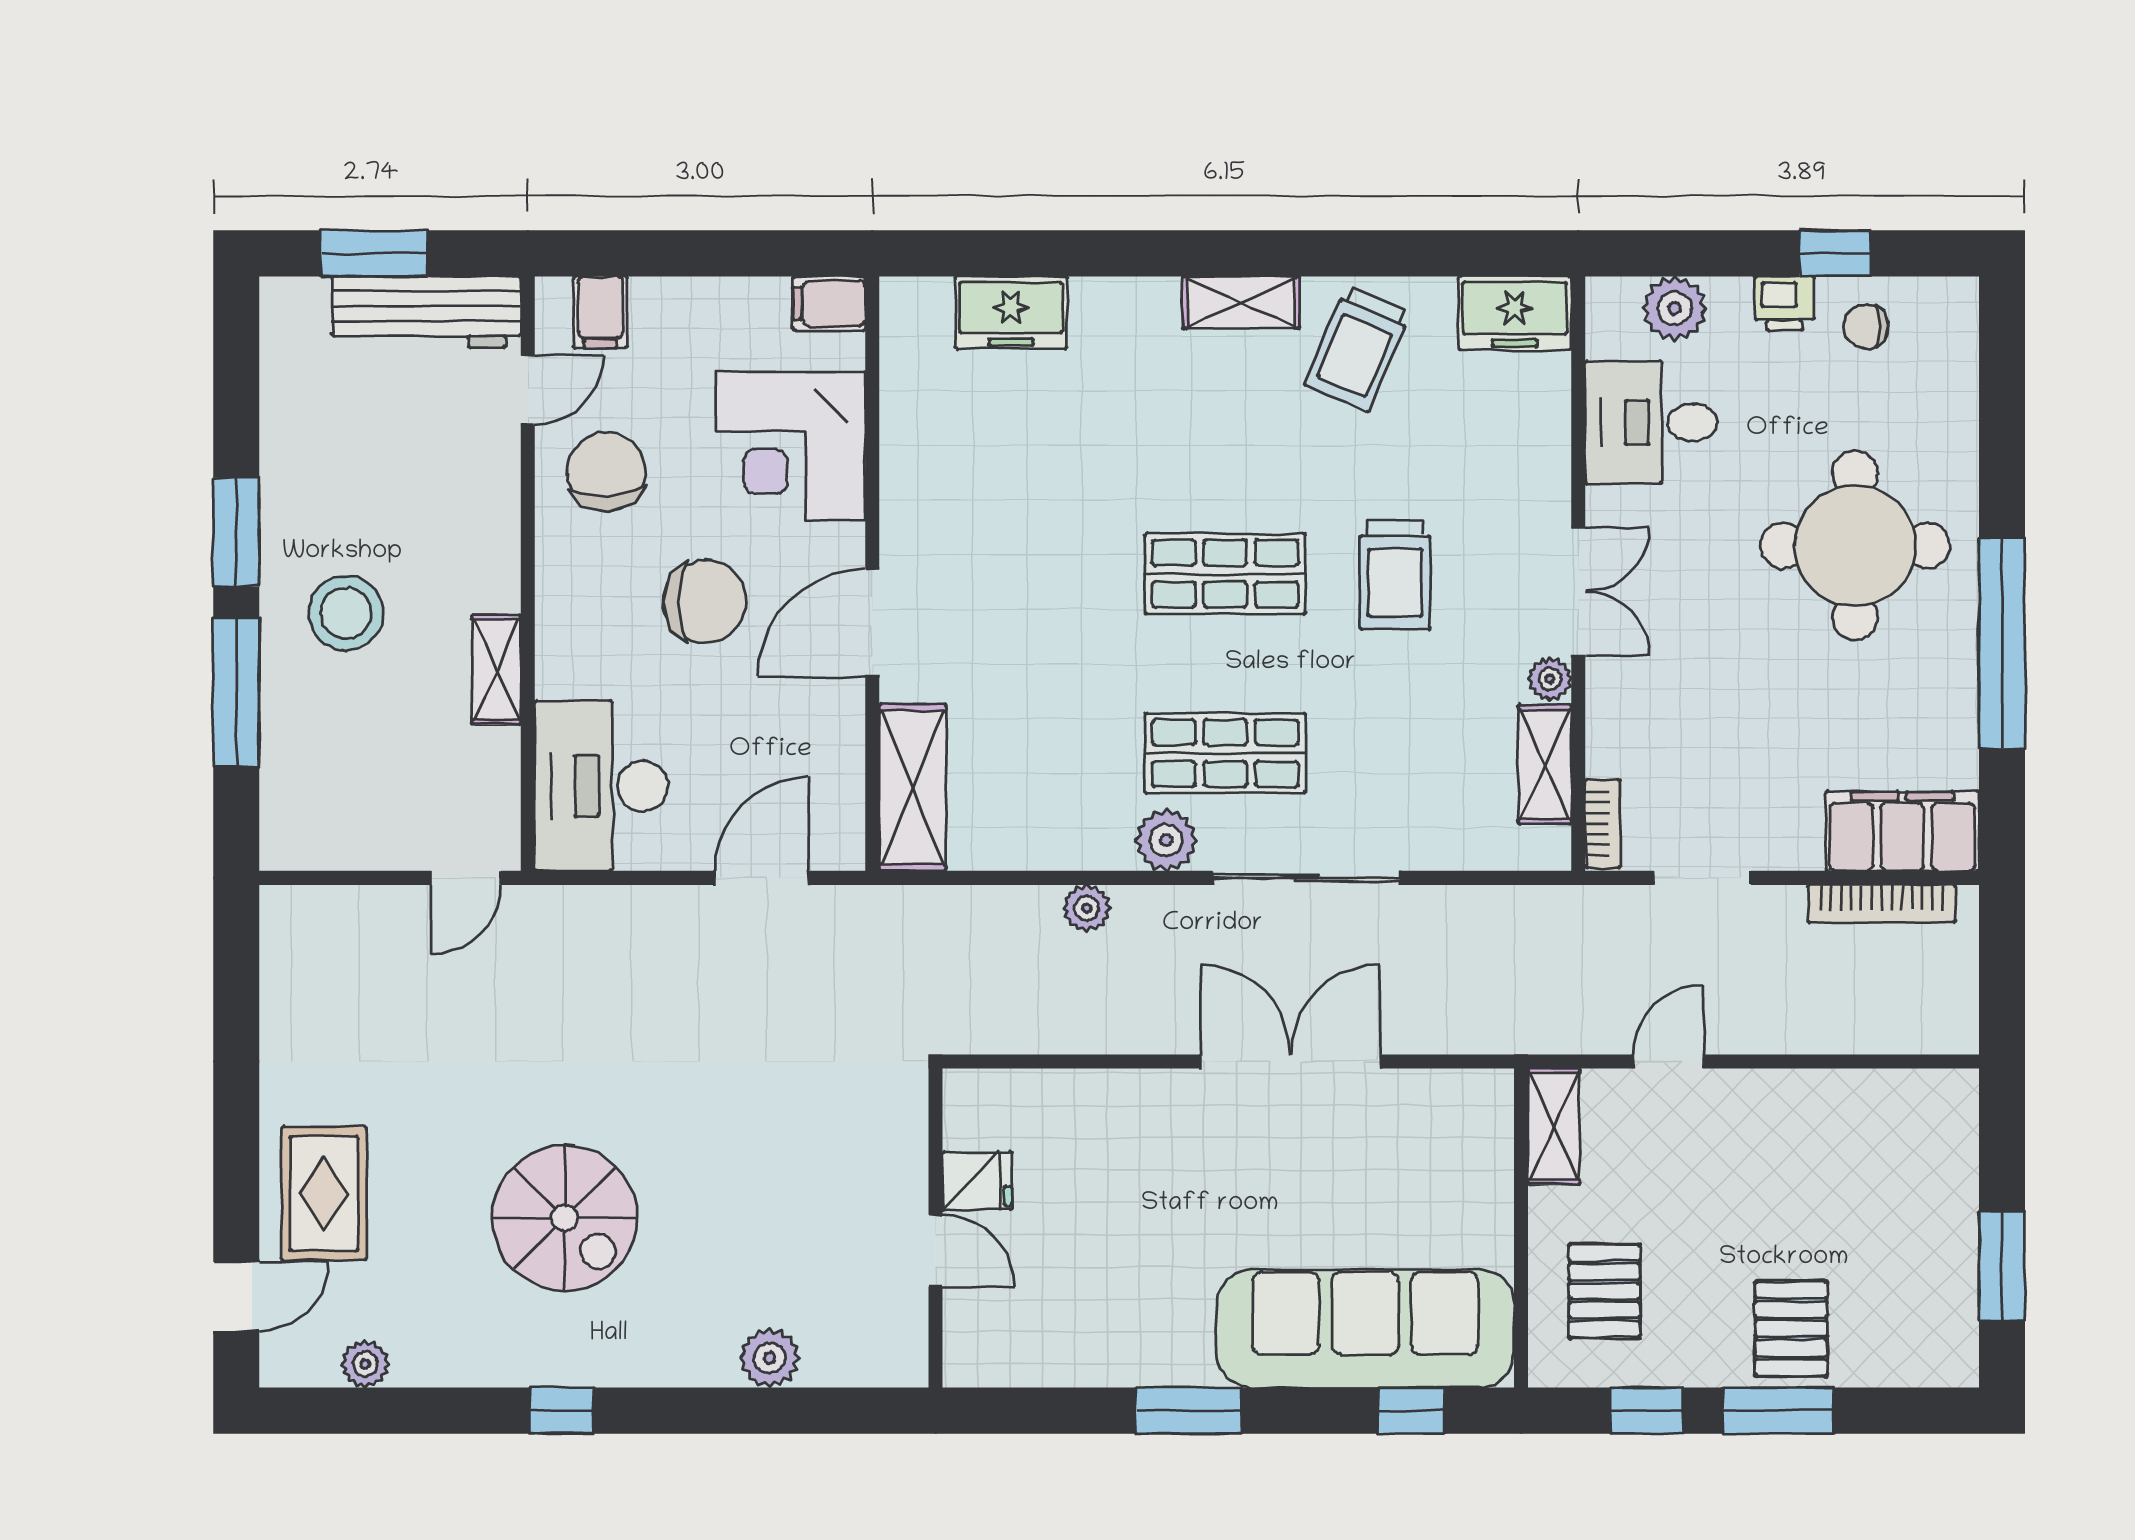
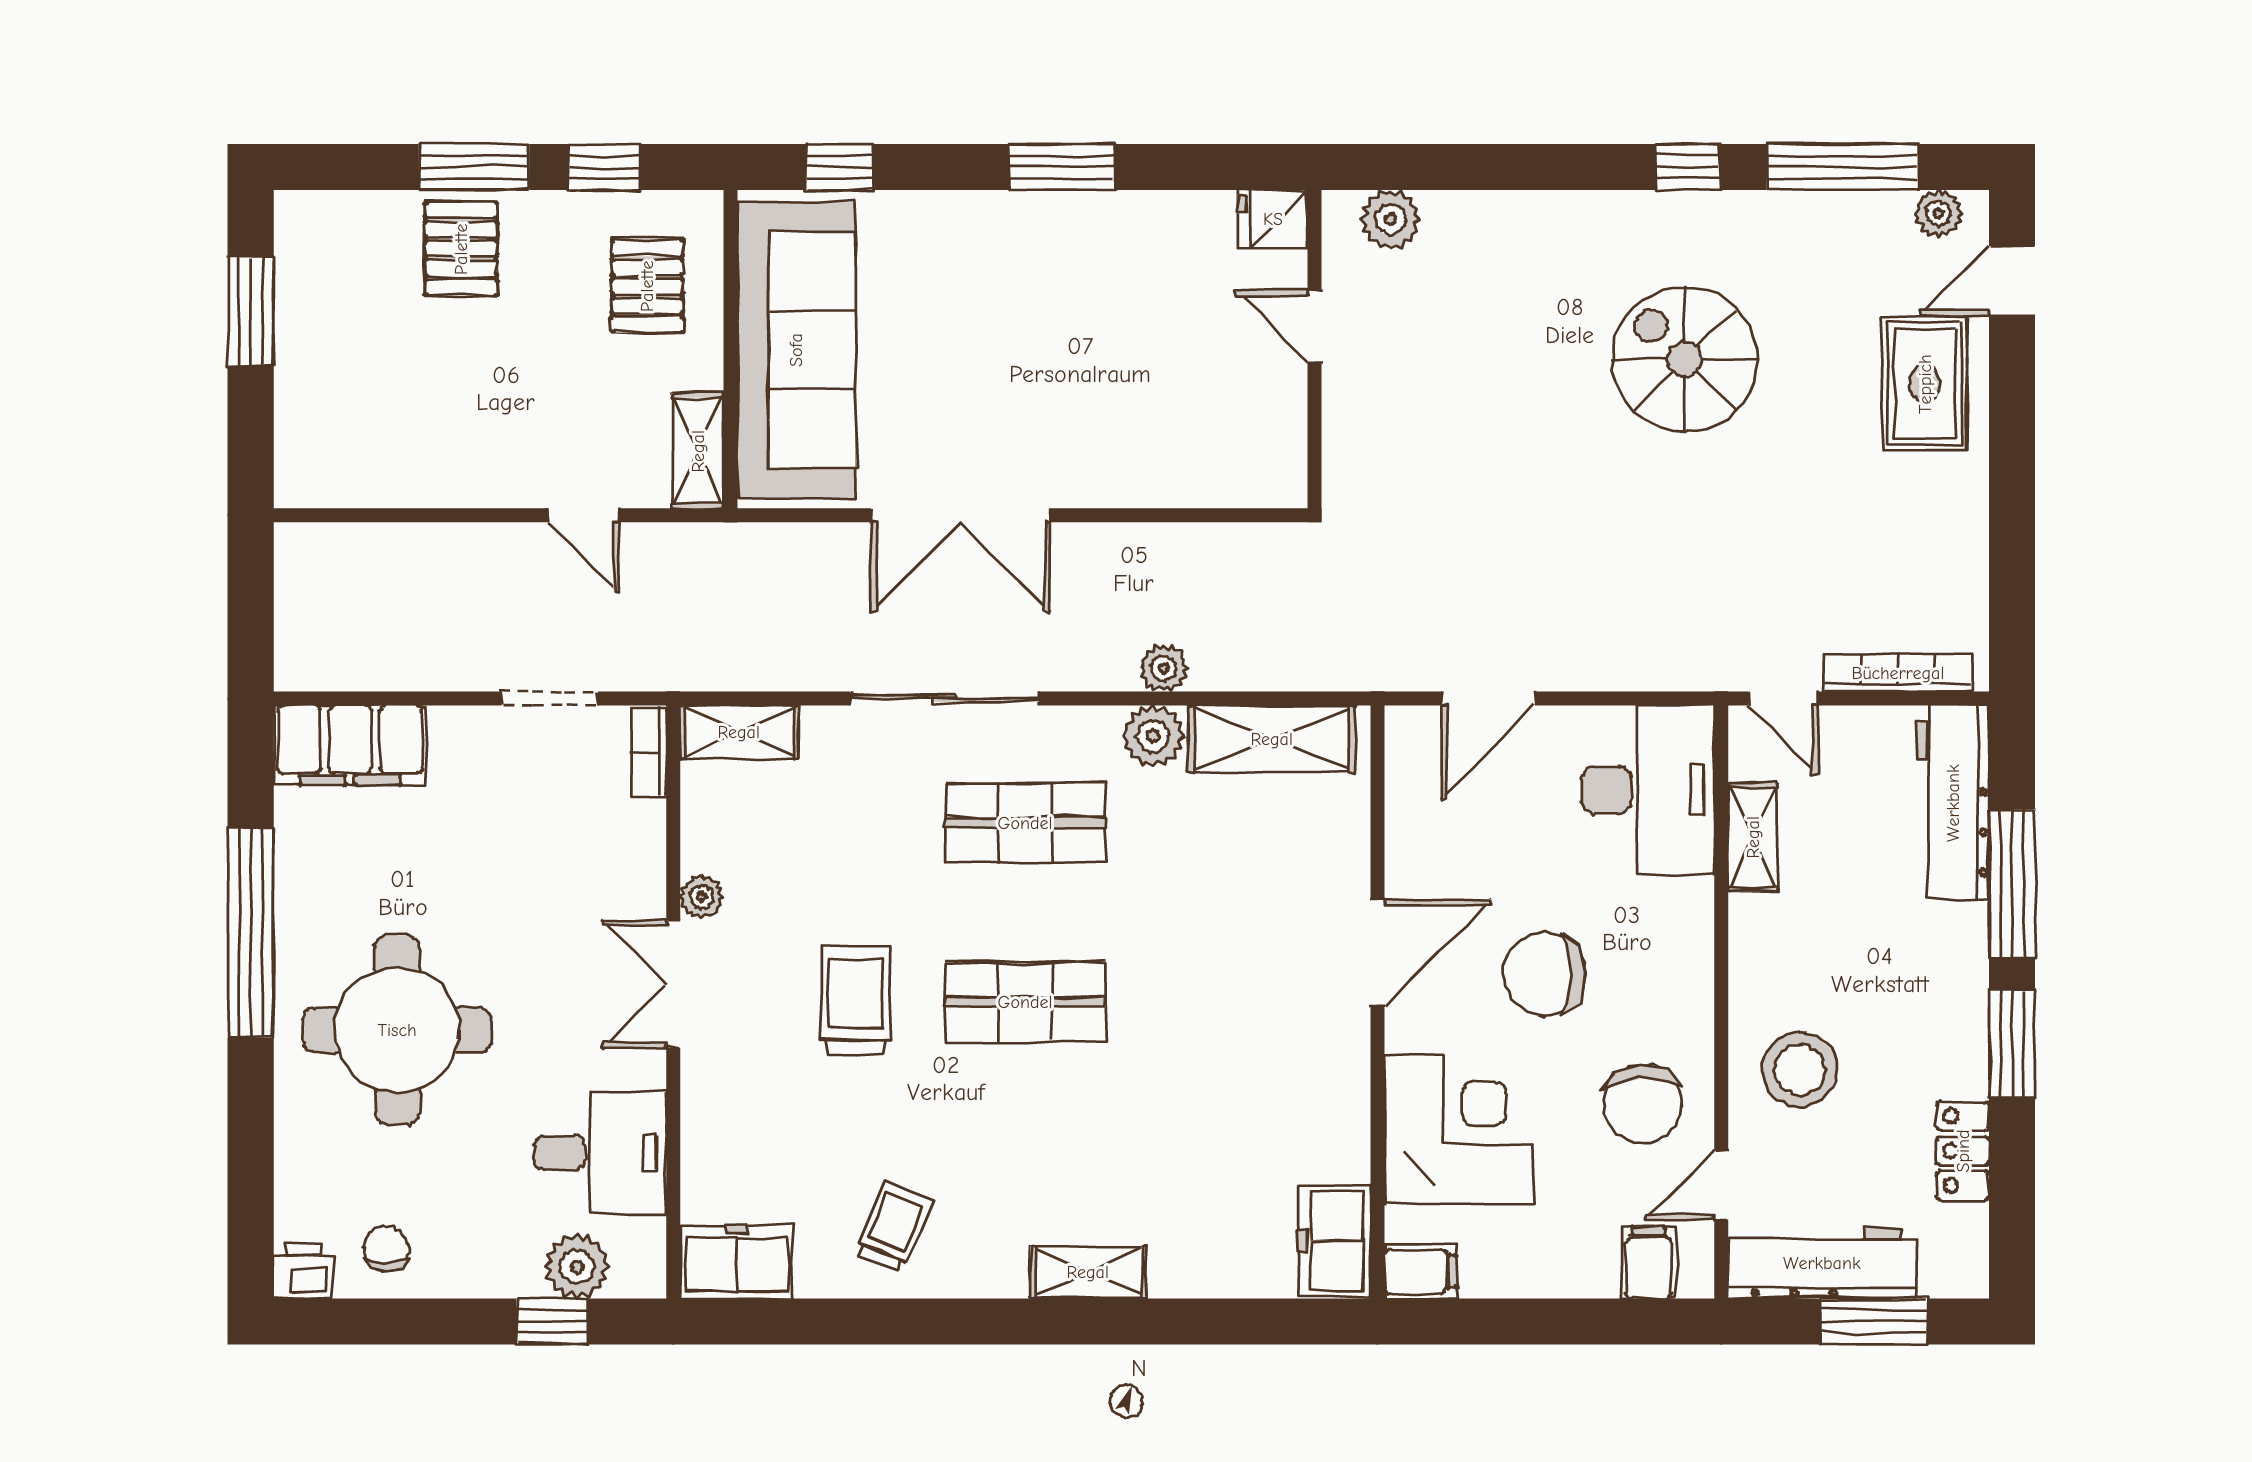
window: (1835, 253) -> (552, 1321), moved
shelving: (1241, 302) -> (1088, 1272), moved
printer: (1784, 304) -> (303, 1271), moved
freezer: (1011, 313) -> (1334, 1241), moved, turned -90
chair: (1866, 326) -> (386, 1249), turned -90
trolley: (1358, 349) -> (893, 1226), width x0.73, depth x0.72
locker: (286, 425) -> (1963, 1151), added
stool: (346, 613) -> (1800, 1070), moved
shelving: (496, 670) -> (1753, 837), moved
shelving: (1545, 764) -> (739, 732), moved, turned 90
workbench: (296, 773) -> (1953, 803), added
shelving: (913, 788) -> (1272, 739), moved, turned 90
plant: (1166, 840) -> (1153, 736), moved
door: (466, 878) -> (1783, 698), swing flipped
bookcase: (1881, 904) -> (1898, 673), moved
door: (1668, 1062) -> (584, 515), hinge flipped
fridge: (977, 1181) -> (1273, 219), moved
sofa: (1365, 1329) -> (796, 350), moved, turned -90
plant: (770, 1358) -> (1390, 219), moved
plant: (365, 1364) -> (1938, 214), moved
window: (407, 1411) -> (1842, 167), added

